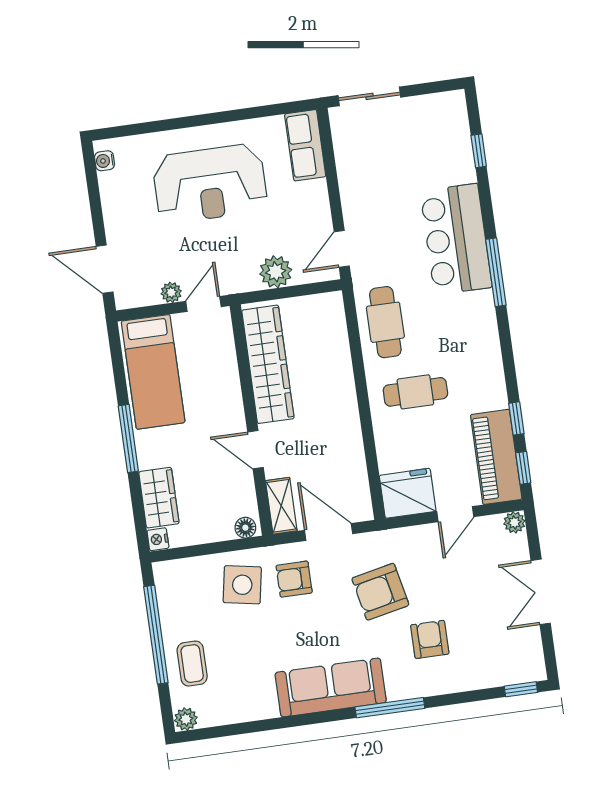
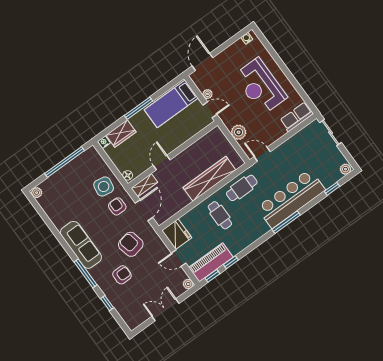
plant: (455, 105) -> (345, 169), added
bar counter: (456, 239) -> (291, 199), width x1.36
wardrobe: (268, 364) -> (209, 179), moved, turned 180
coffee table: (192, 664) -> (61, 183), removed
window: (521, 689) -> (107, 303), moved

